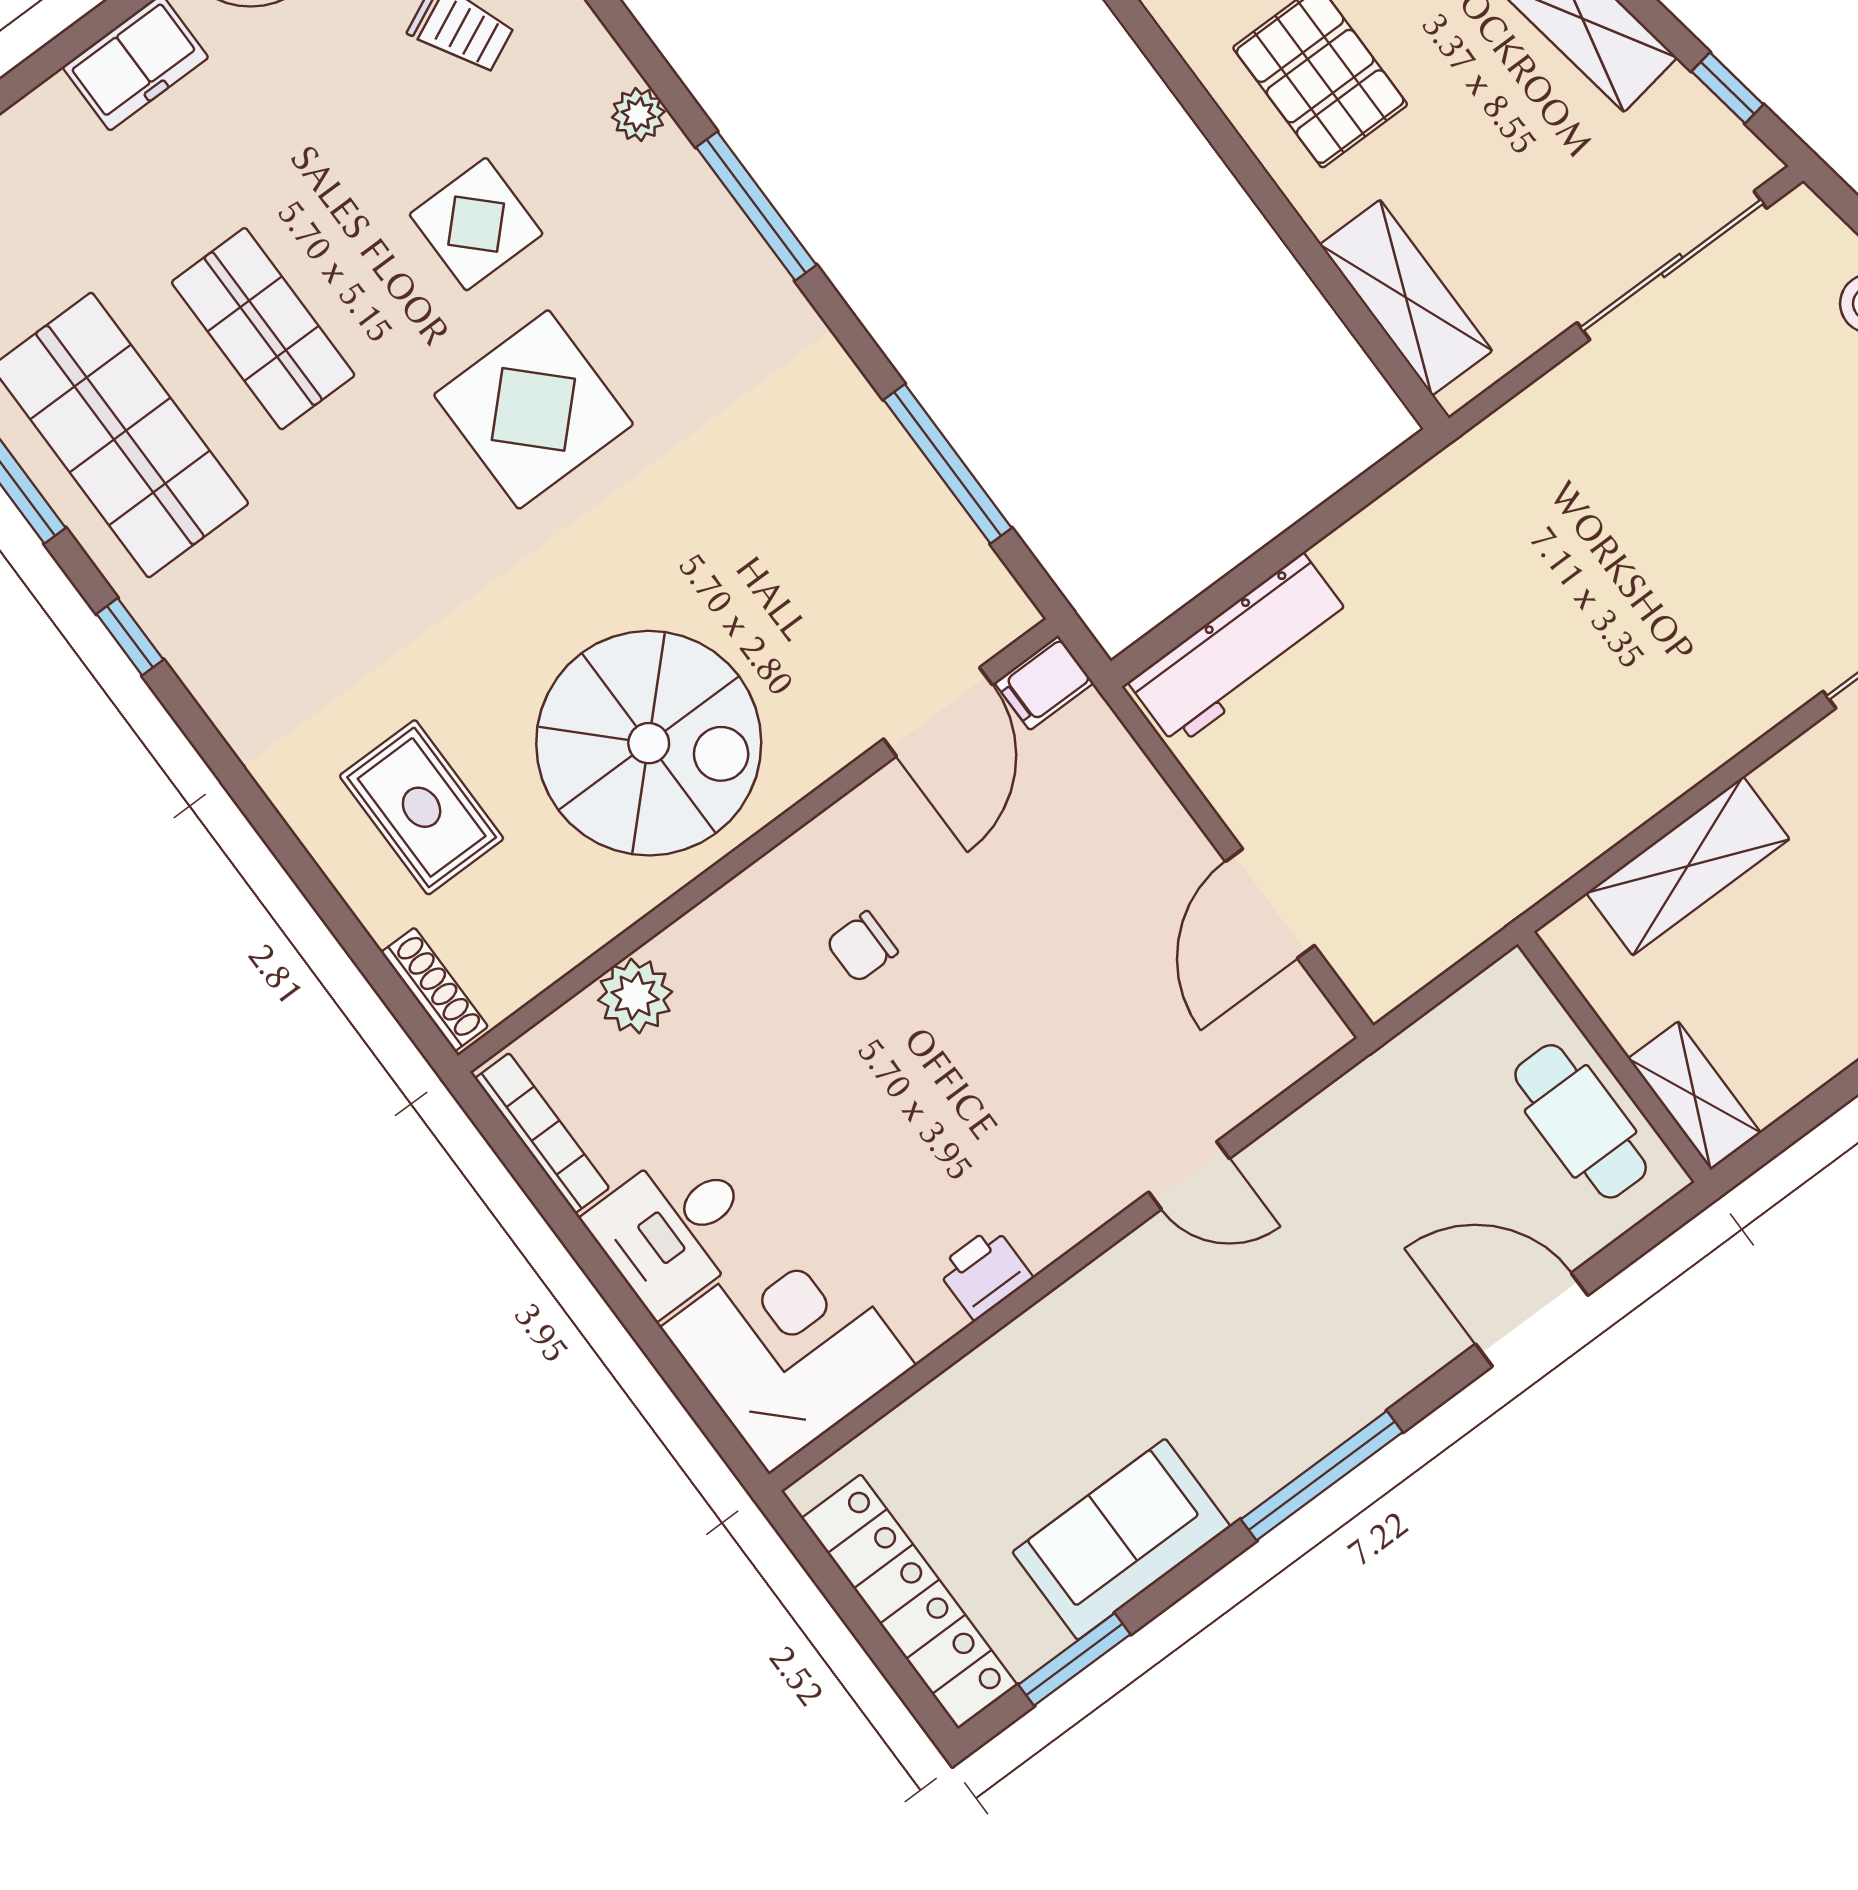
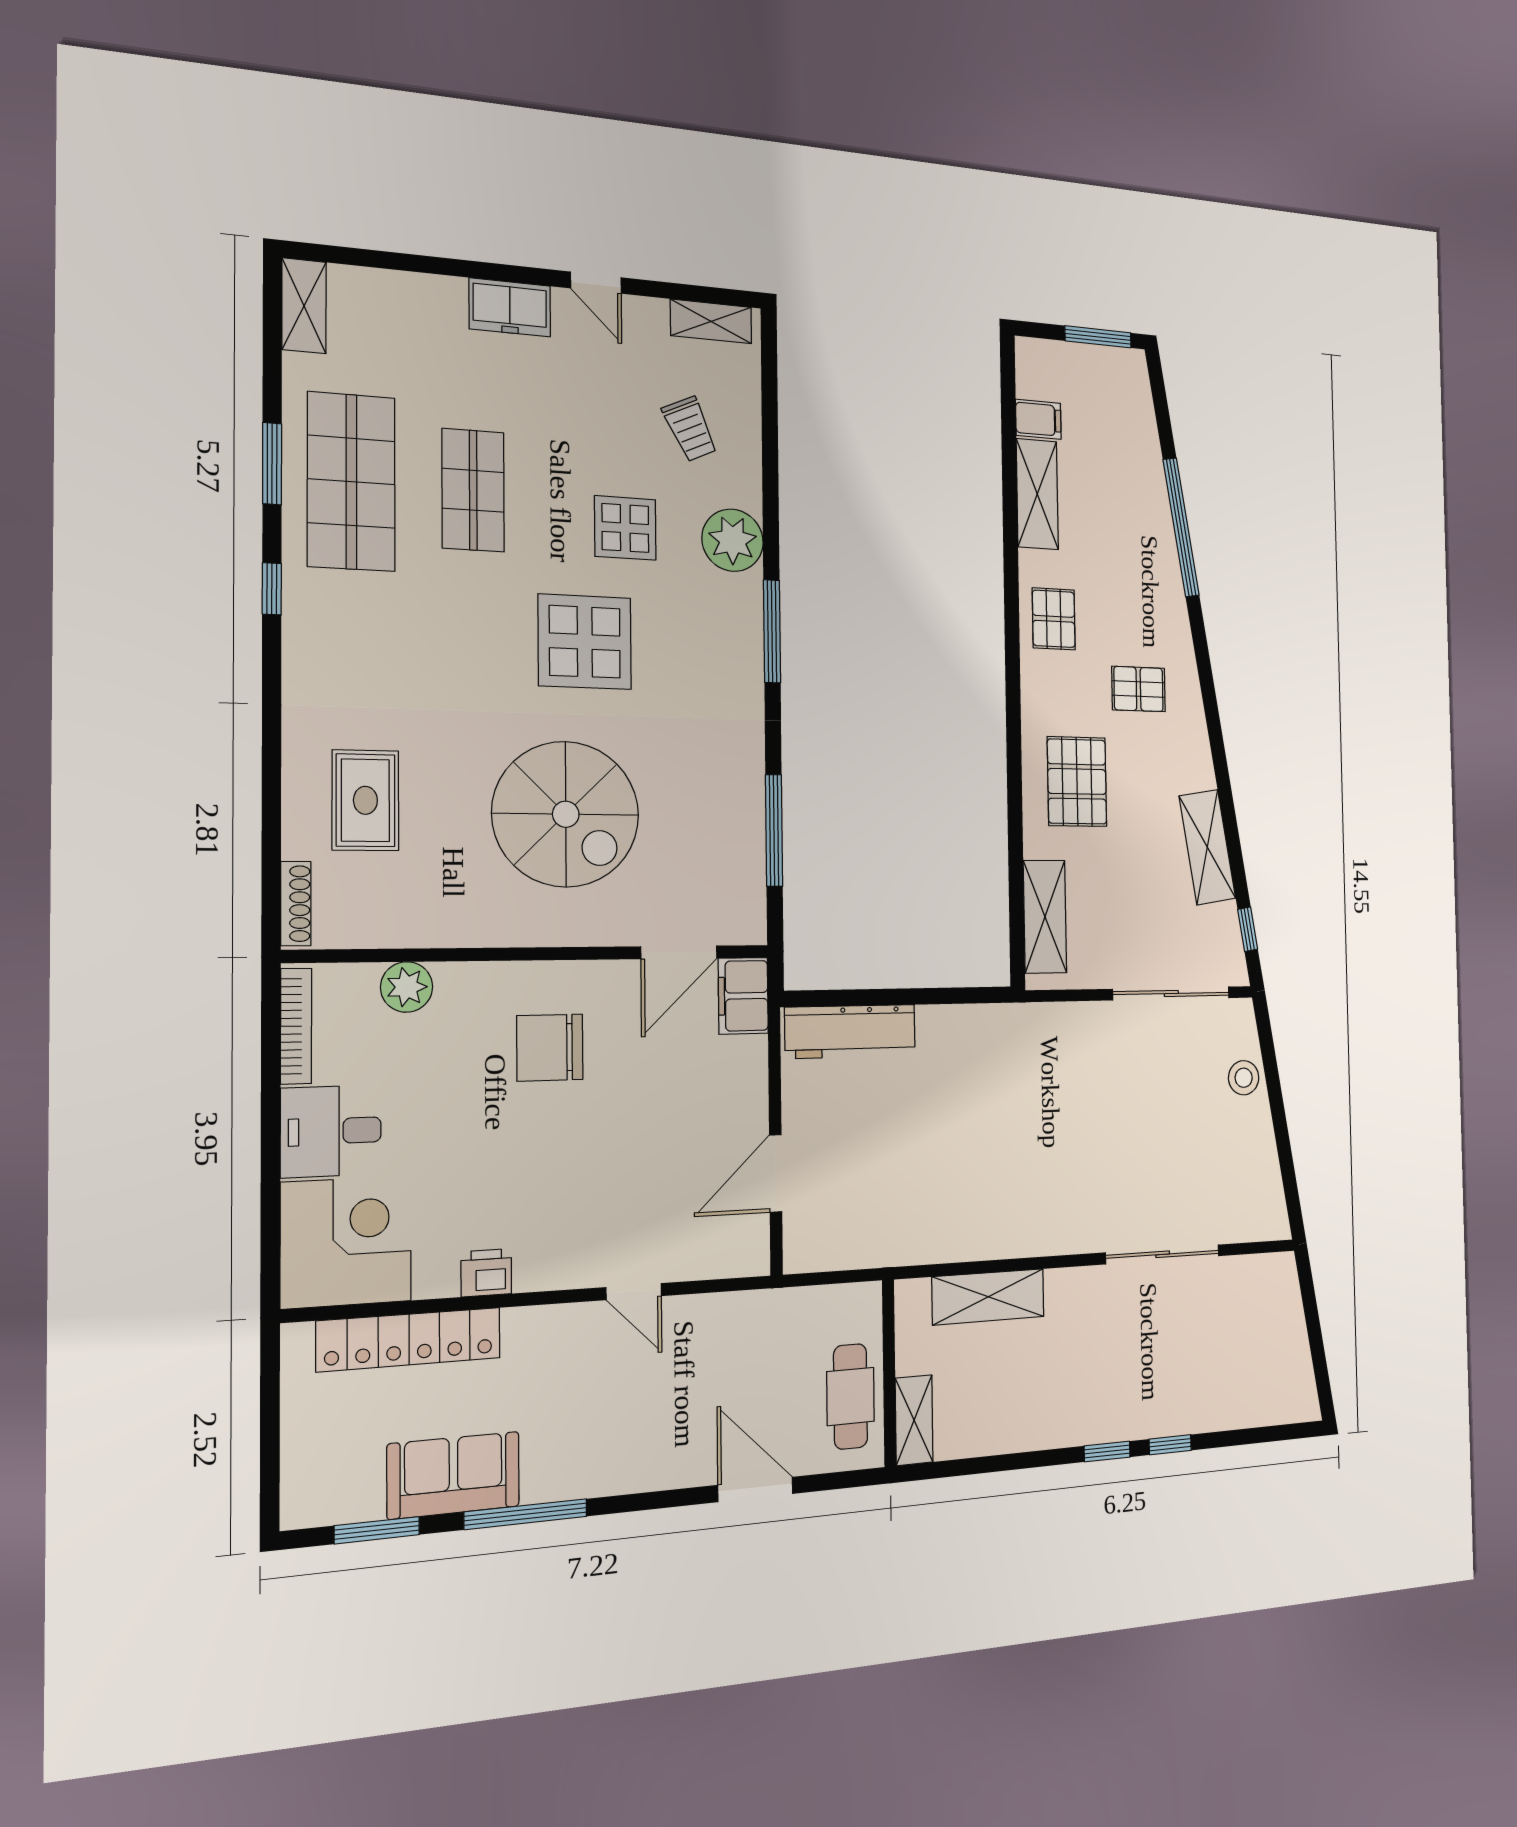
plant: (638, 114) -> (733, 540), width x1.88, depth x1.88
filing cabinet: (1044, 683) -> (743, 996), width x2.00
spiral stairs: (649, 743) -> (566, 814), moved
chair: (862, 947) -> (550, 1048), width x1.87, depth x1.87
window: (1322, 1476) -> (526, 1514), moved
locker: (909, 1602) -> (409, 1340), moved, turned 90

